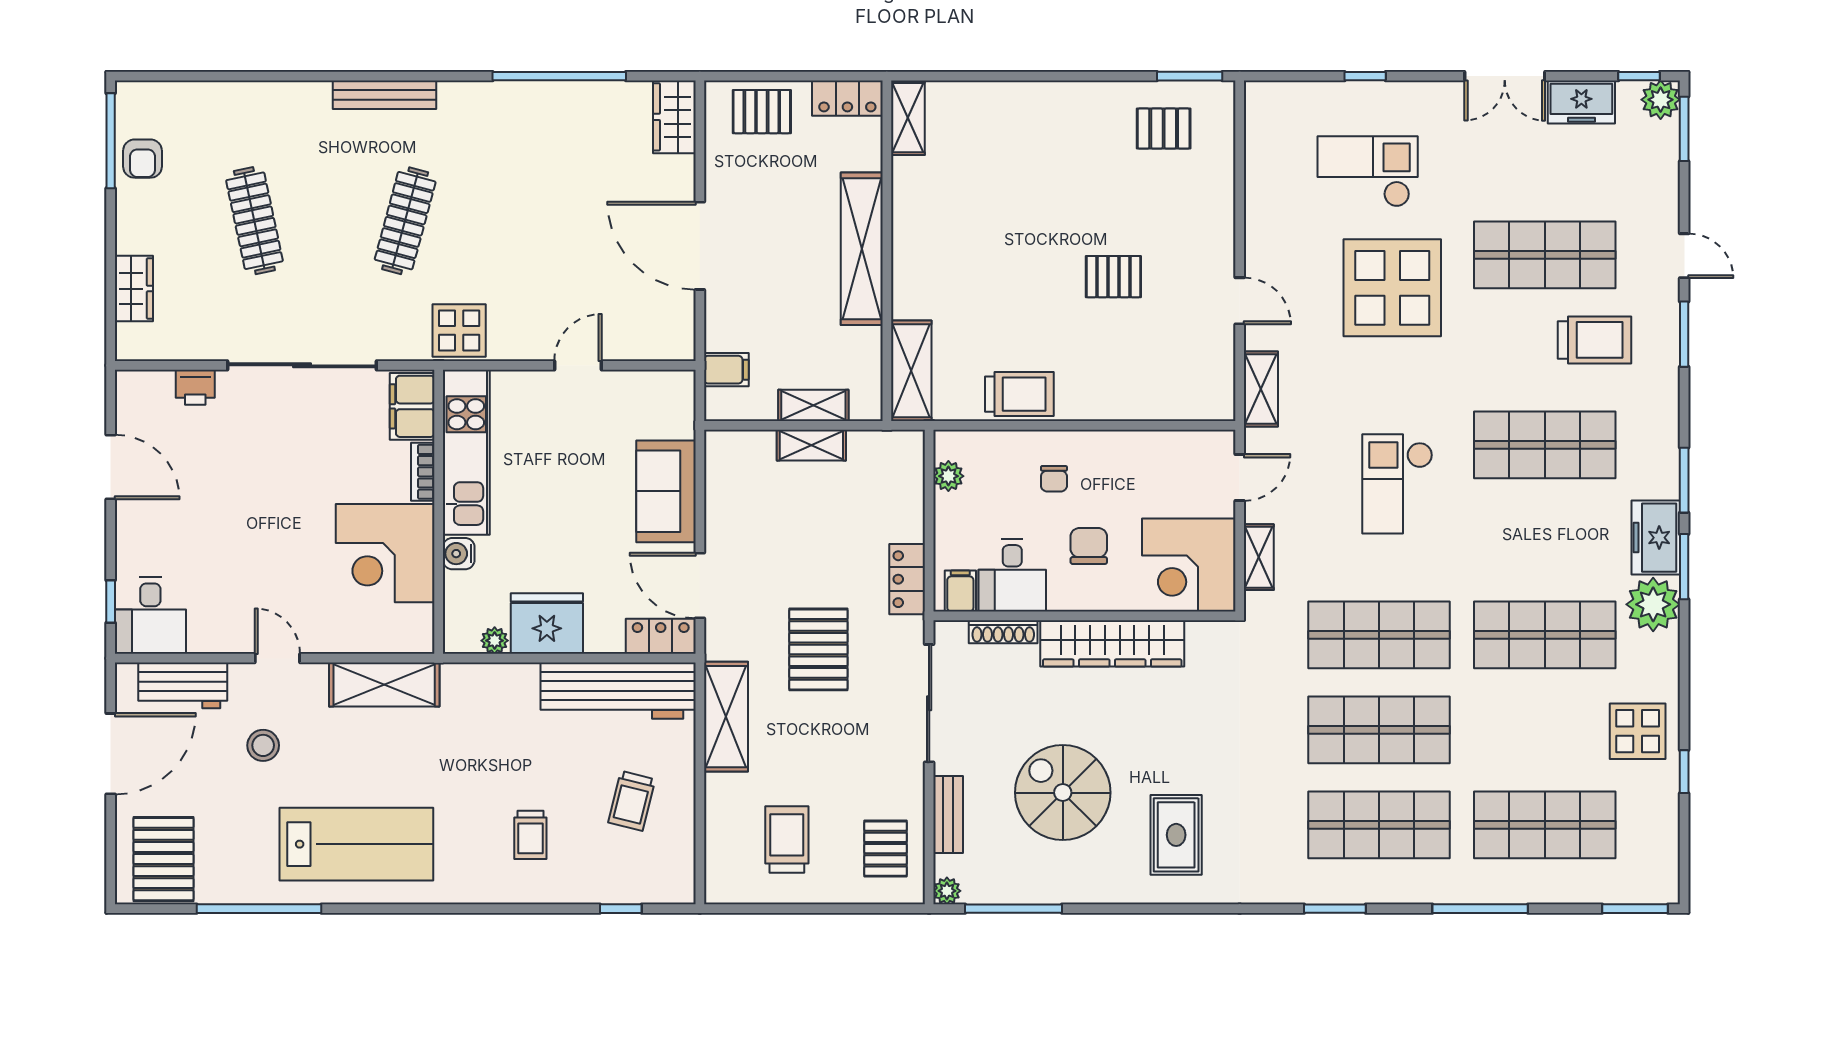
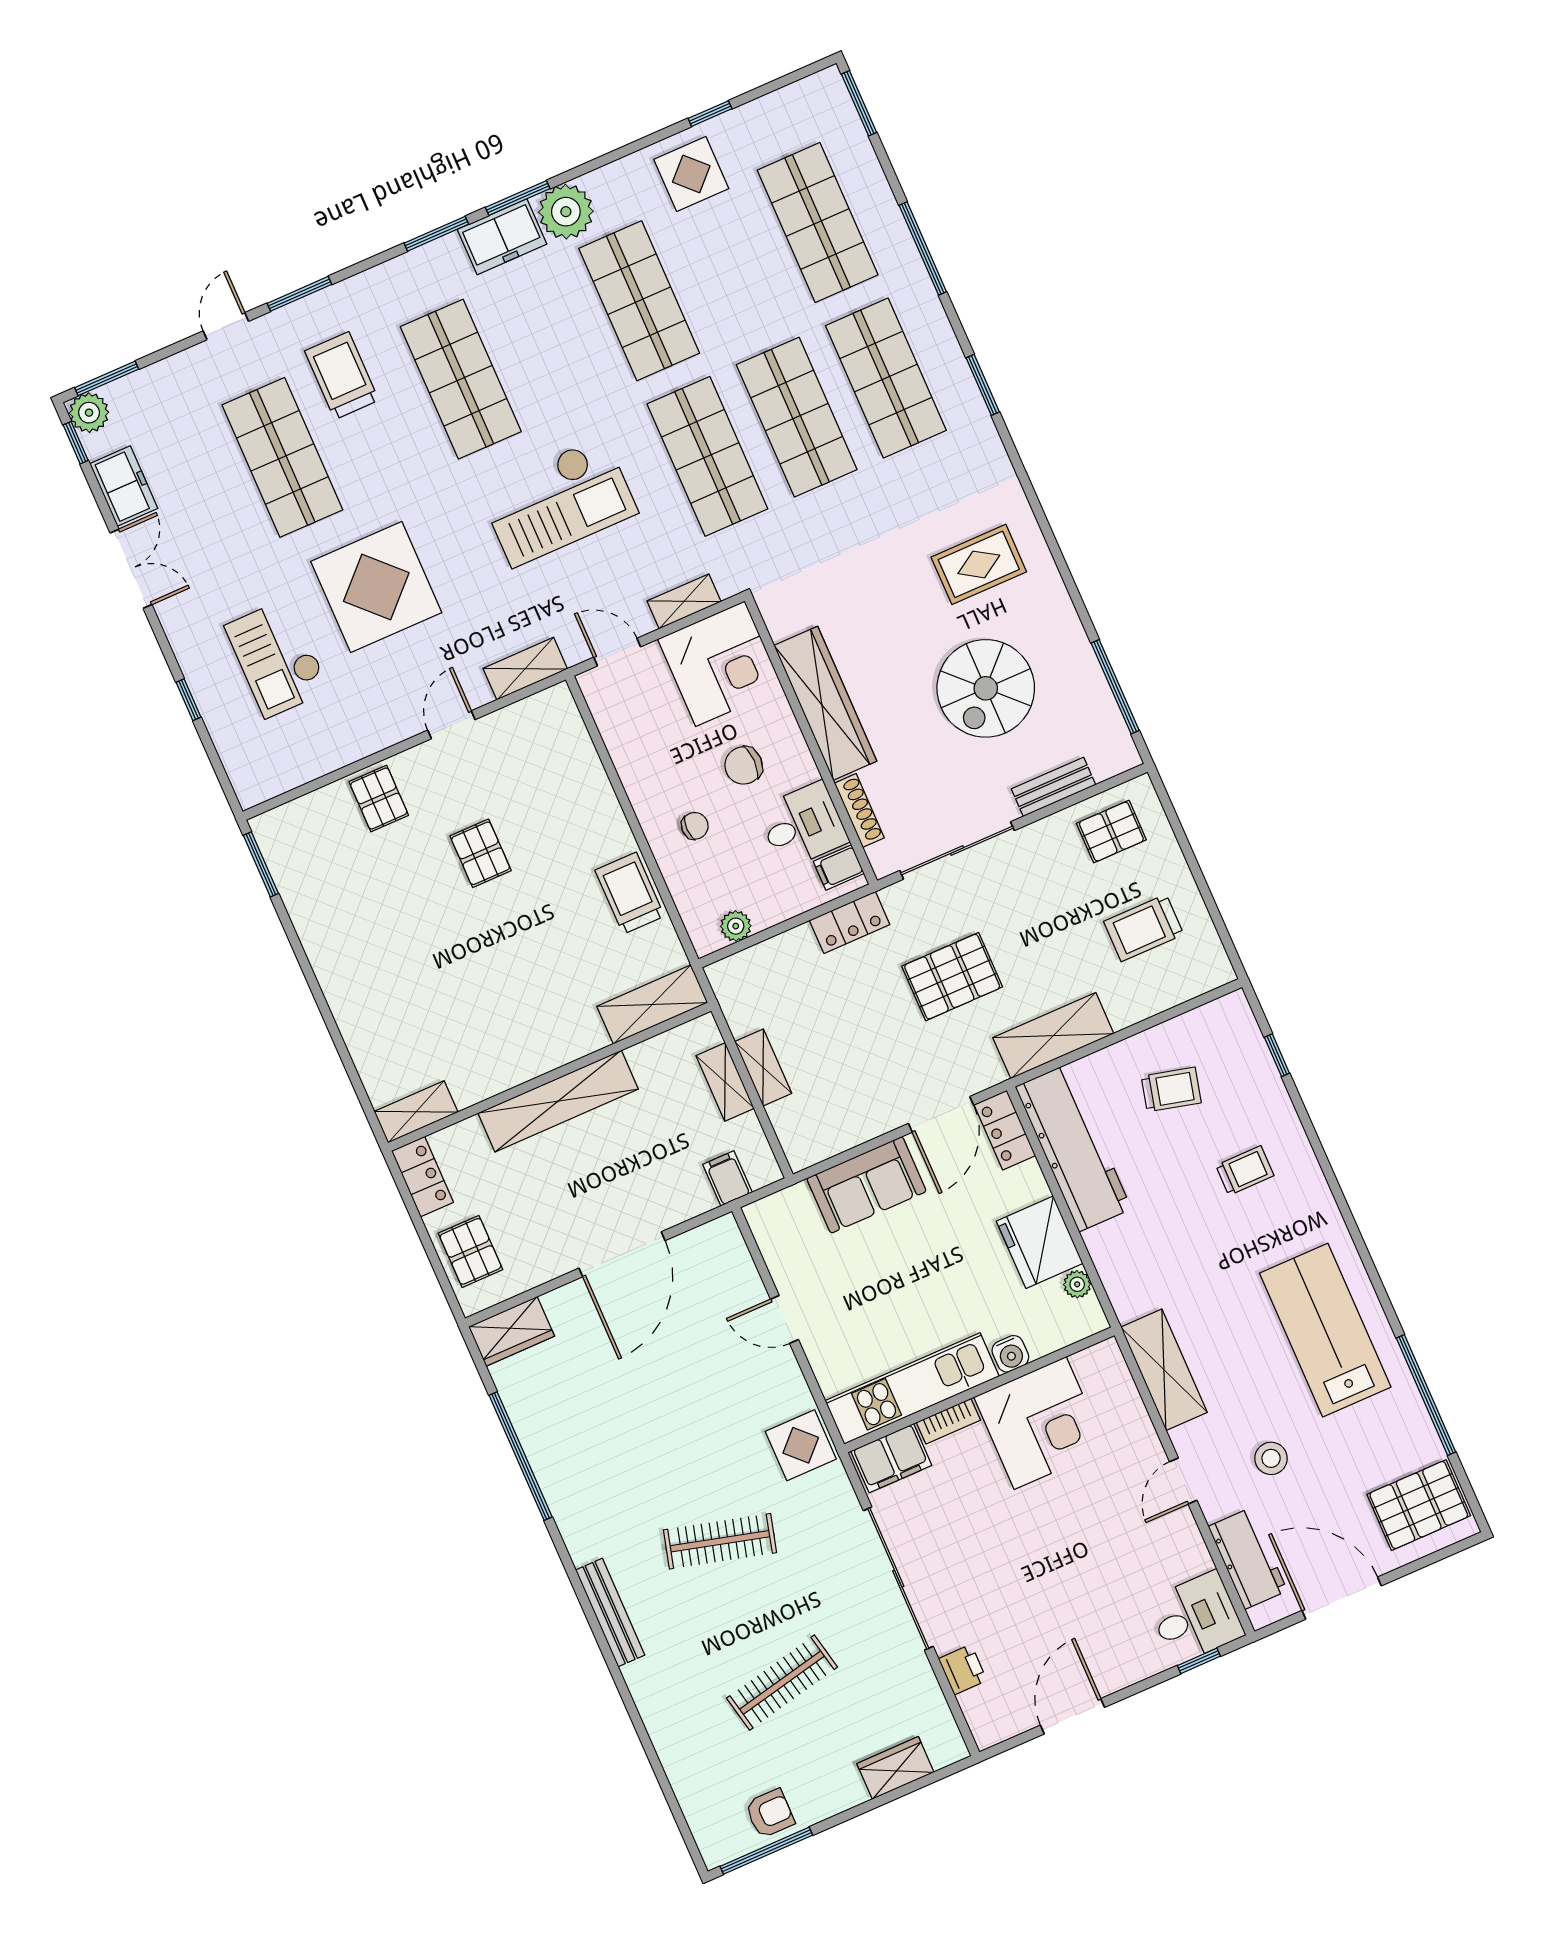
pallet: (1164, 129) -> (379, 798), moved
checkout: (1397, 484) -> (558, 501), width x1.36, depth x1.21
plant: (947, 891) -> (1126, 756), removed

